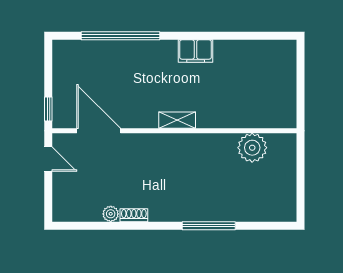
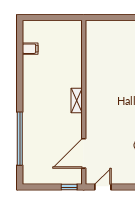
filing cabinet: (196, 51) -> (30, 49), moved, width x0.50
plant: (252, 148) -> (95, 50), removed

